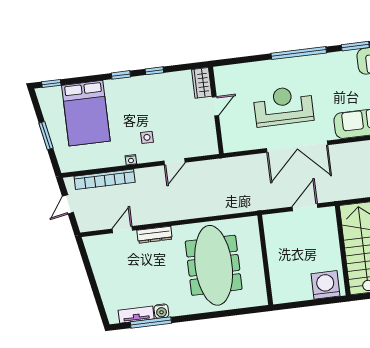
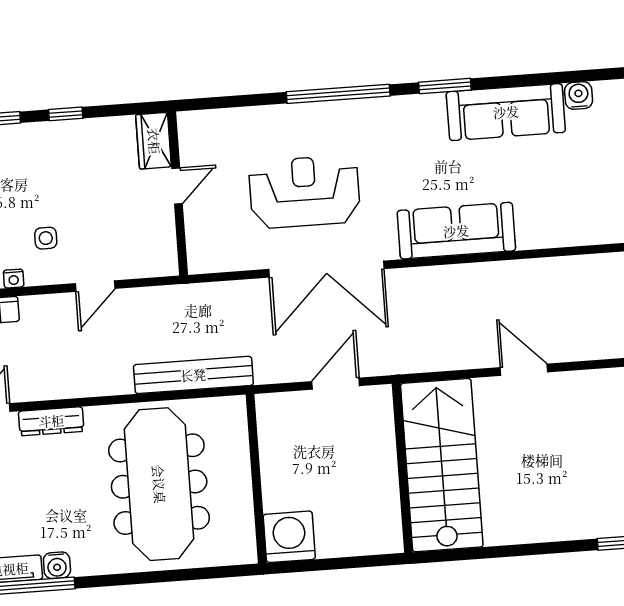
bench: (229, 206) -> (193, 375), added
washing machine: (325, 285) -> (289, 537), moved

